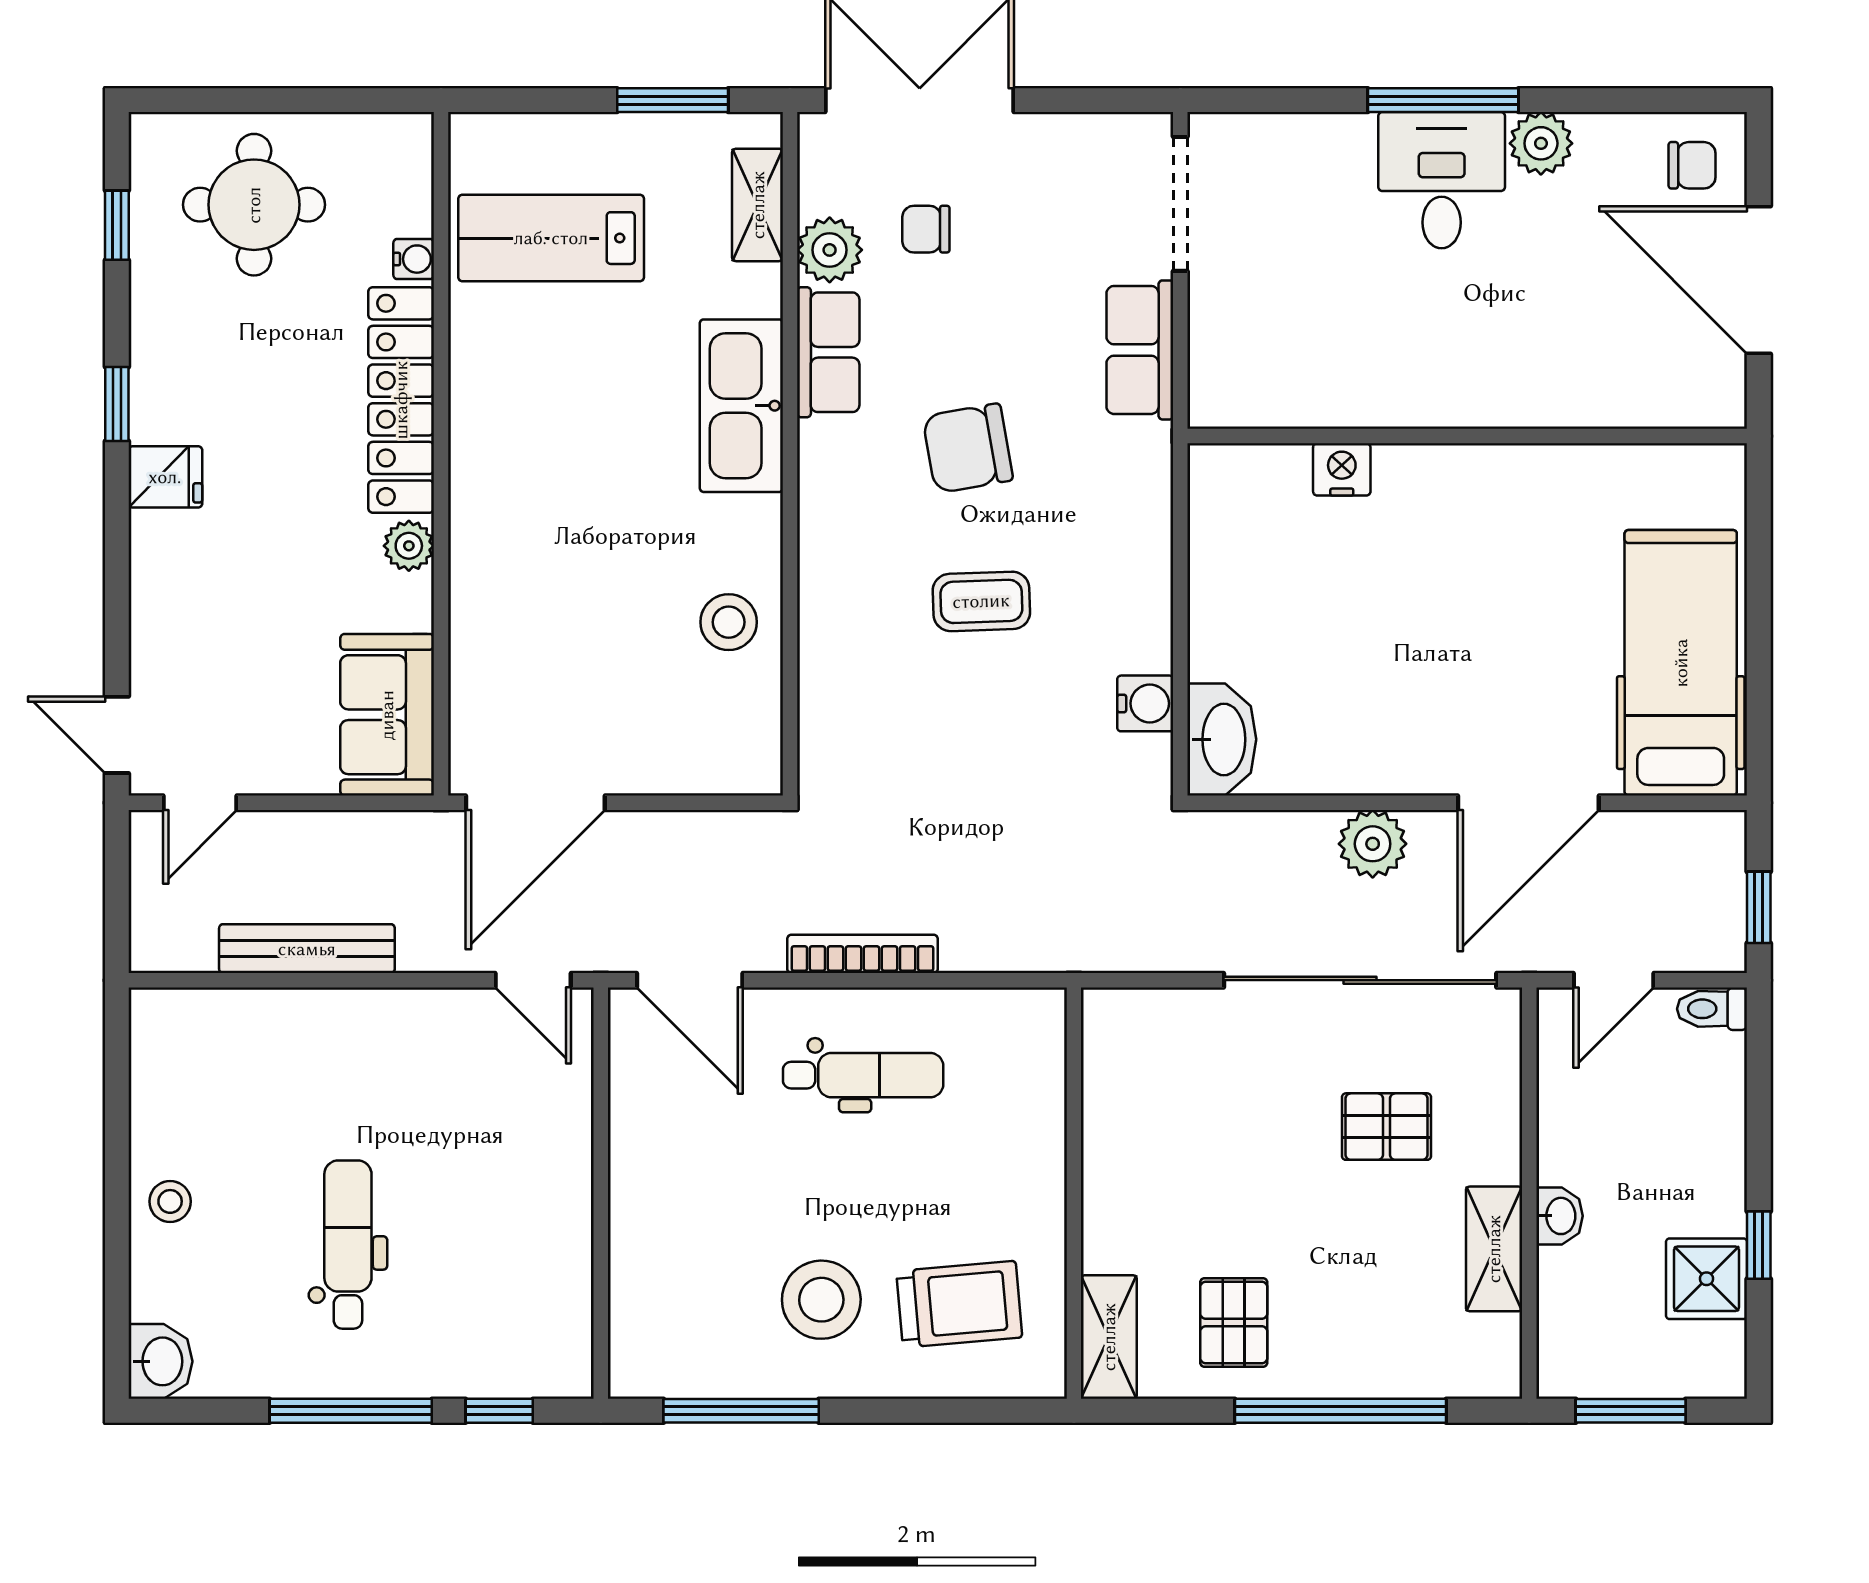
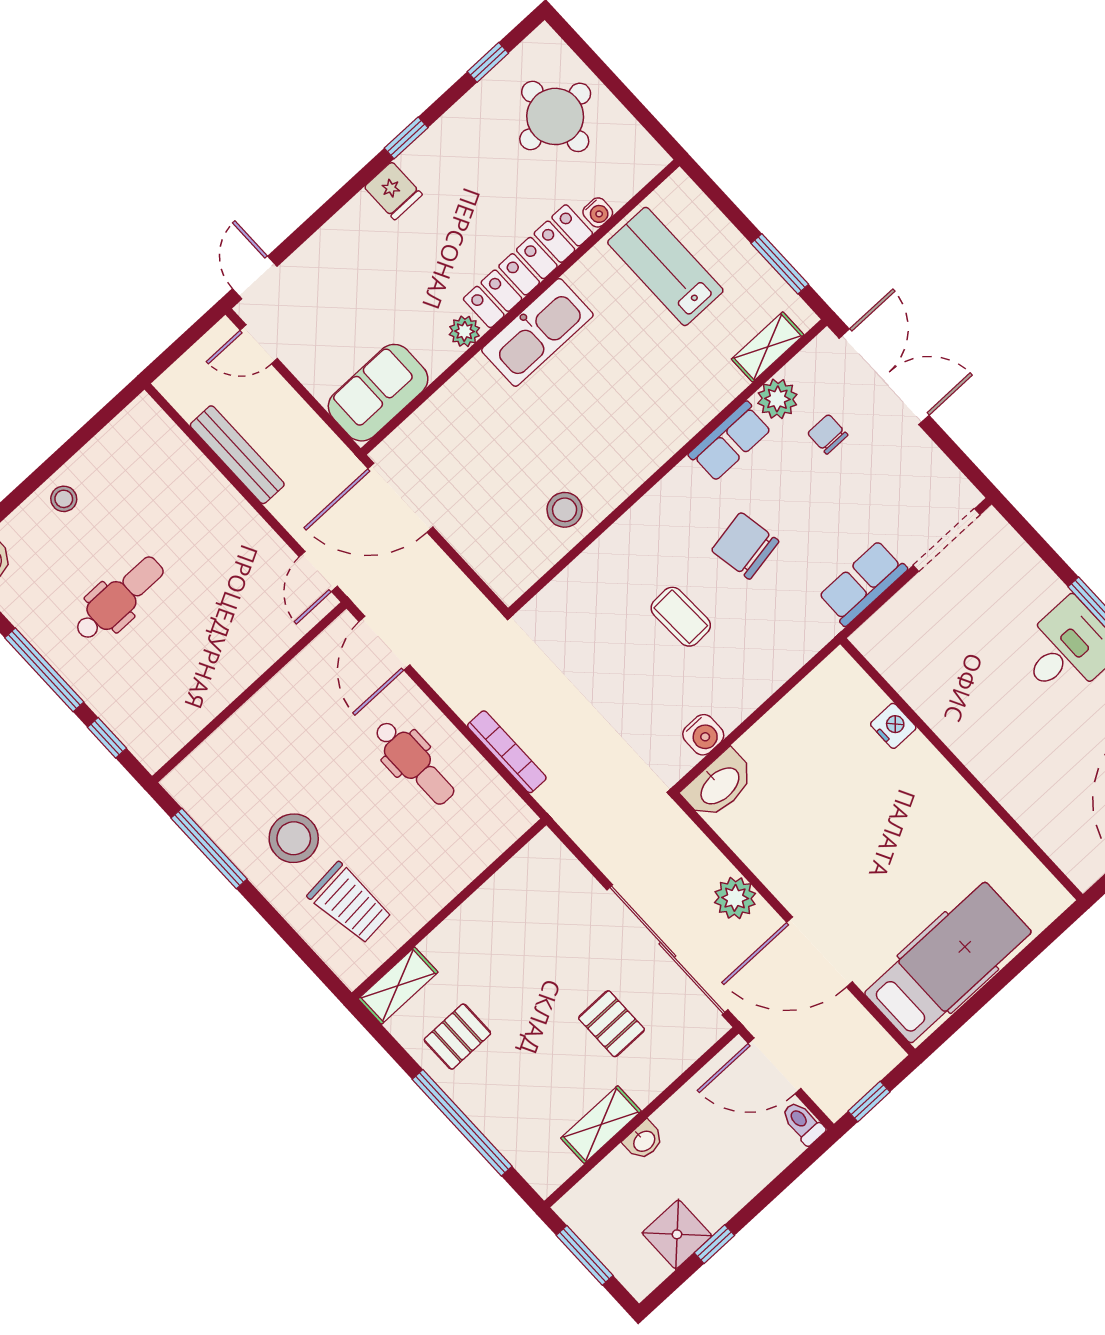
kitchen sink: (741, 406) -> (537, 332), moved, turned 180
bookcase: (863, 954) -> (507, 752), moved
door: (1614, 980) -> (774, 1066), width x1.38

